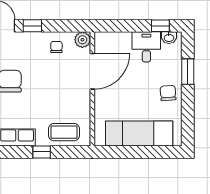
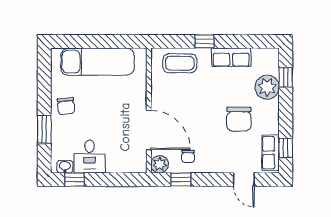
window: (32, 26) -> (181, 180), moved
door: (92, 71) -> (149, 130), swing flipped

